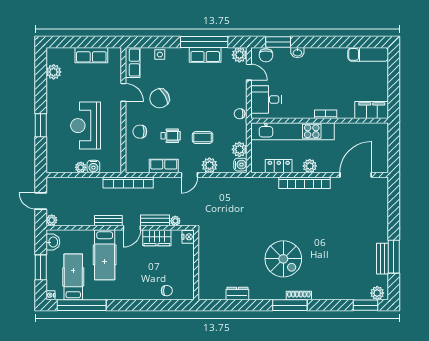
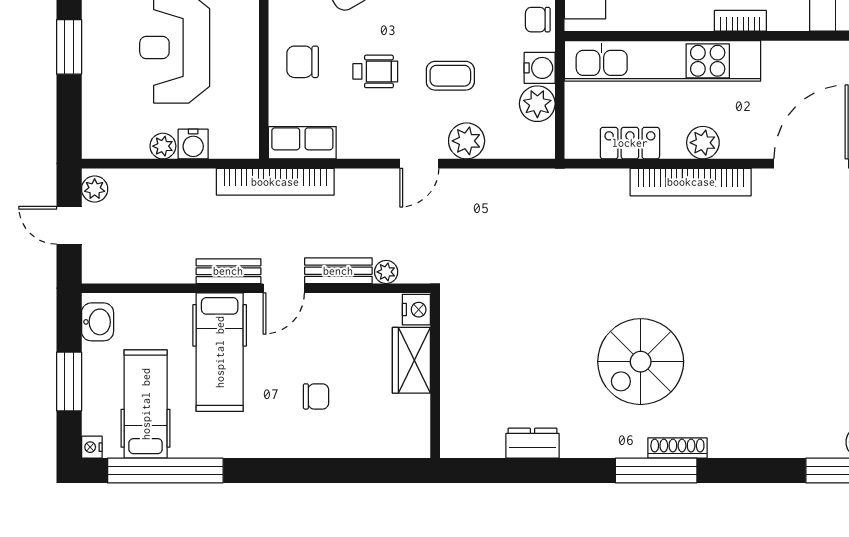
water cooler: (240, 165) -> (540, 68), moved
row of seats: (164, 166) -> (302, 143), moved
plant: (52, 220) -> (95, 189), moved
wardrobe: (157, 238) -> (411, 360), moved, turned 90
spiral stairs: (283, 259) -> (641, 362), turned 90
chair: (167, 291) -> (316, 396), moved

